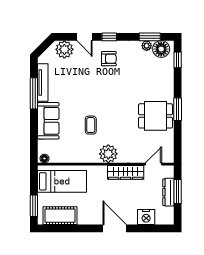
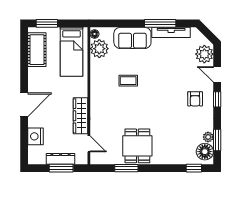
door: (85, 37) -> (217, 74), hinge flipped
window: (178, 109) -> (126, 168), moved
plant: (108, 154) -> (99, 49), moved

